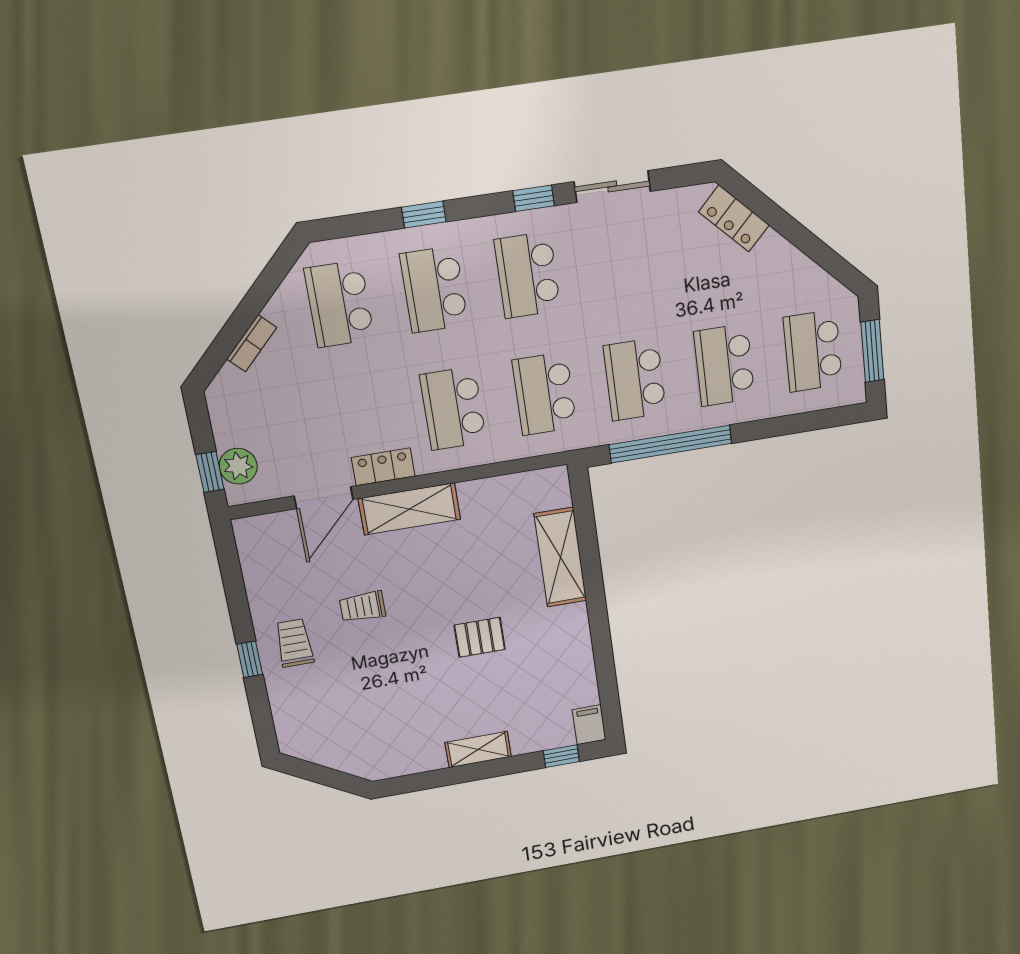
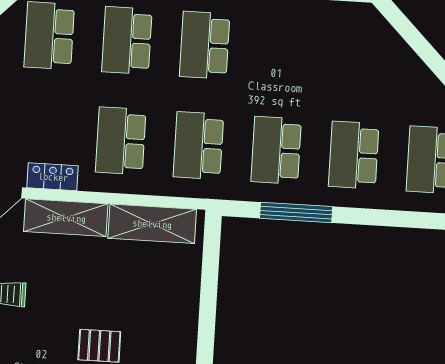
locker: (734, 218) -> (382, 35), removed
window: (670, 444) -> (296, 212), width x0.68
shelving: (560, 557) -> (152, 224), moved, turned 90

